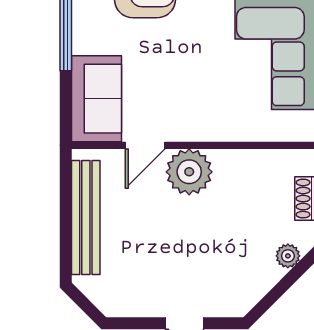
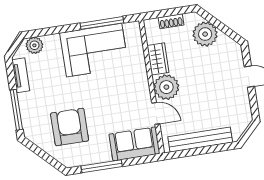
wardrobe: (242, 165) -> (158, 59), added
plant: (288, 256) -> (205, 34), width x1.88, depth x1.88

